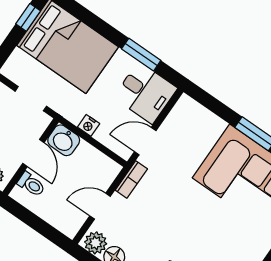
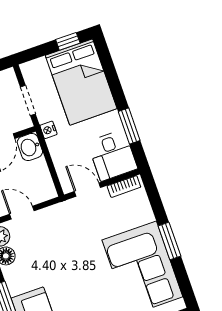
nightstand: (89, 125) -> (48, 130), moved
bookcase: (131, 179) -> (124, 187), moved

